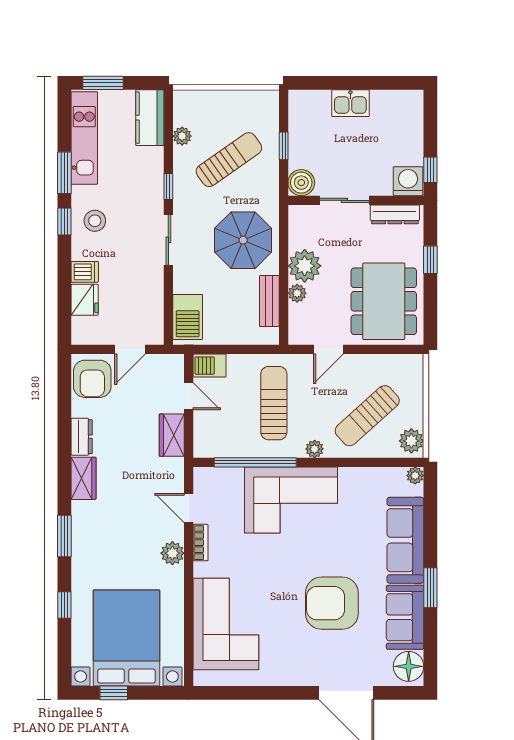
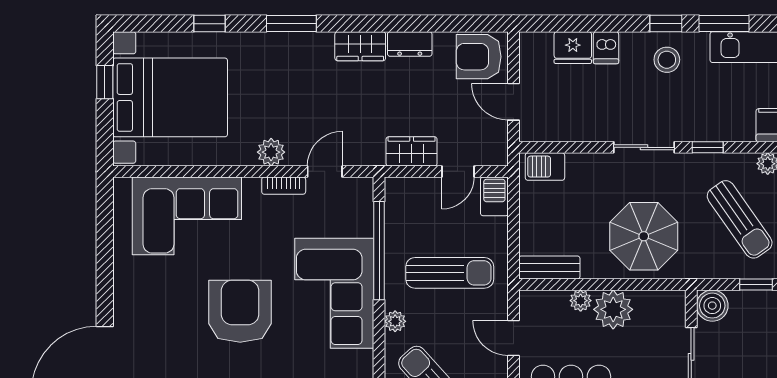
bench: (269, 301) -> (549, 267), moved
barbecue: (188, 317) -> (545, 167), width x0.73, depth x0.79
armchair: (332, 603) -> (240, 311), moved

